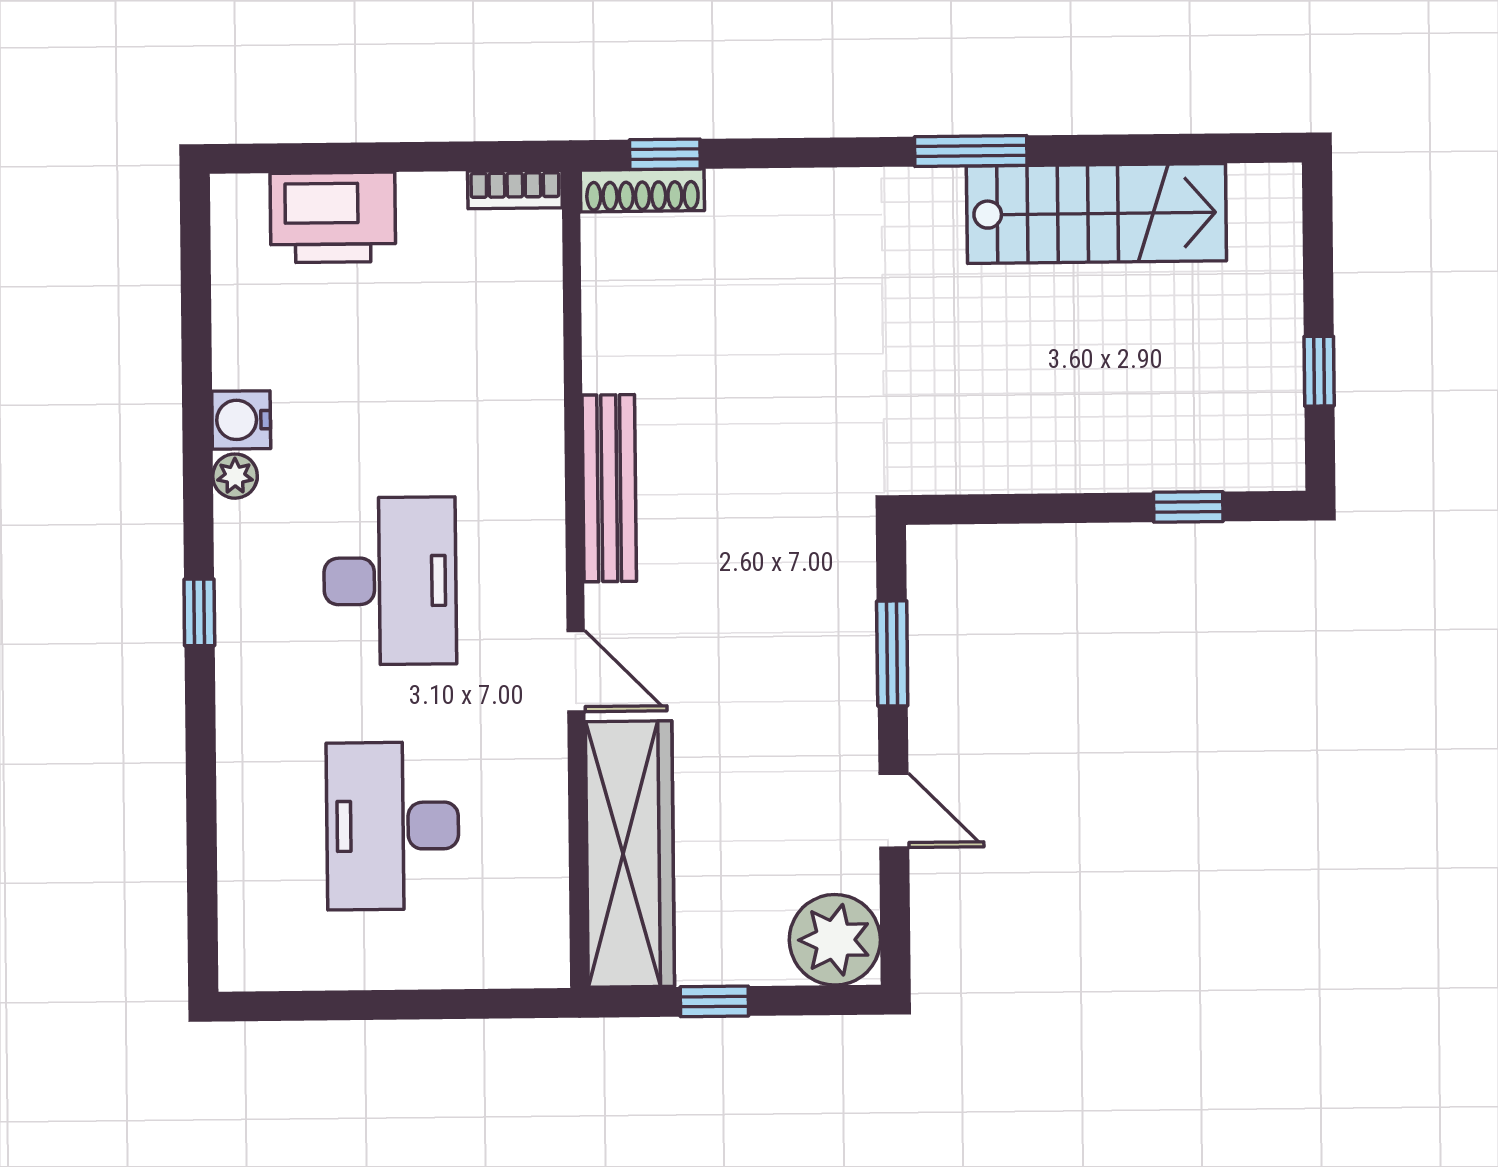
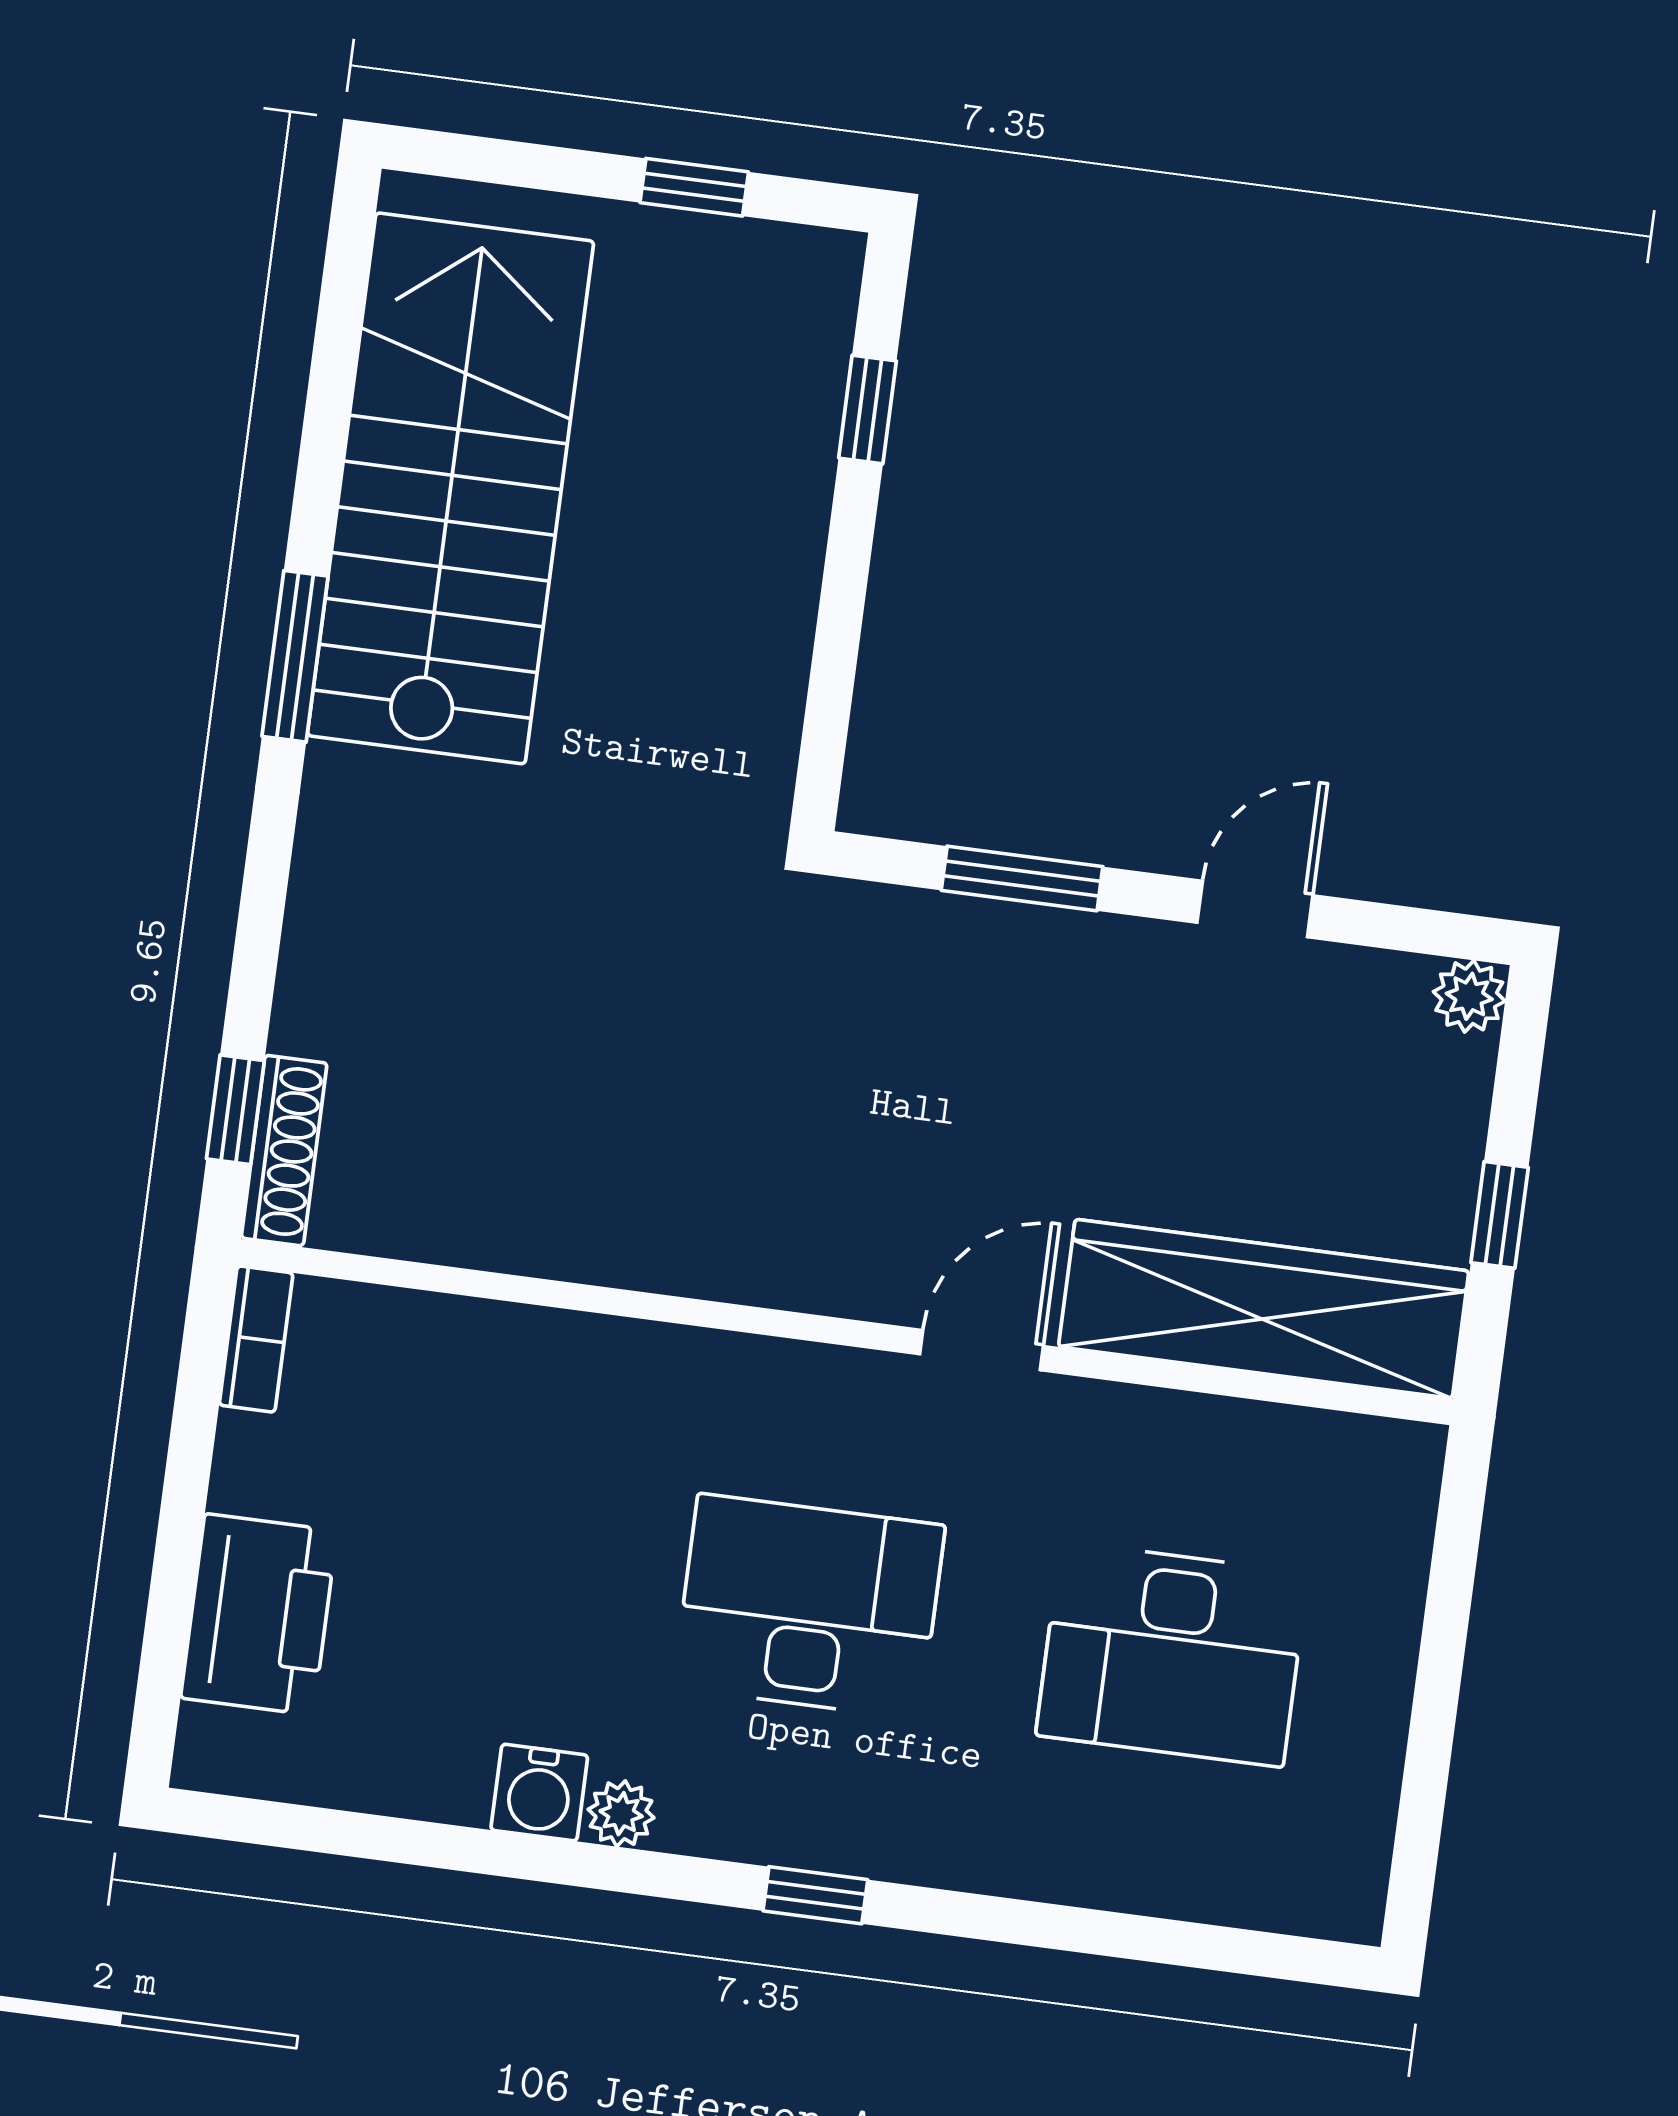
stairs: (1096, 213) -> (450, 488), width x1.36, depth x1.51
bench: (609, 488) -> (718, 1262), removed
plant: (835, 940) -> (1469, 996), width x0.53, depth x0.53

